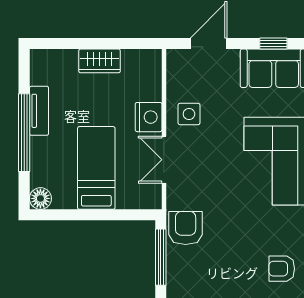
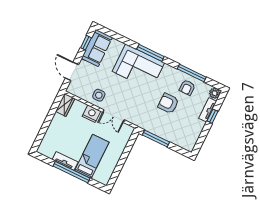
wardrobe: (100, 61) -> (65, 105), moved
bed: (96, 168) -> (92, 156), moved, turned 90
floor lamp: (40, 198) -> (104, 179), removed
armchair: (186, 228) -> (168, 103), moved

